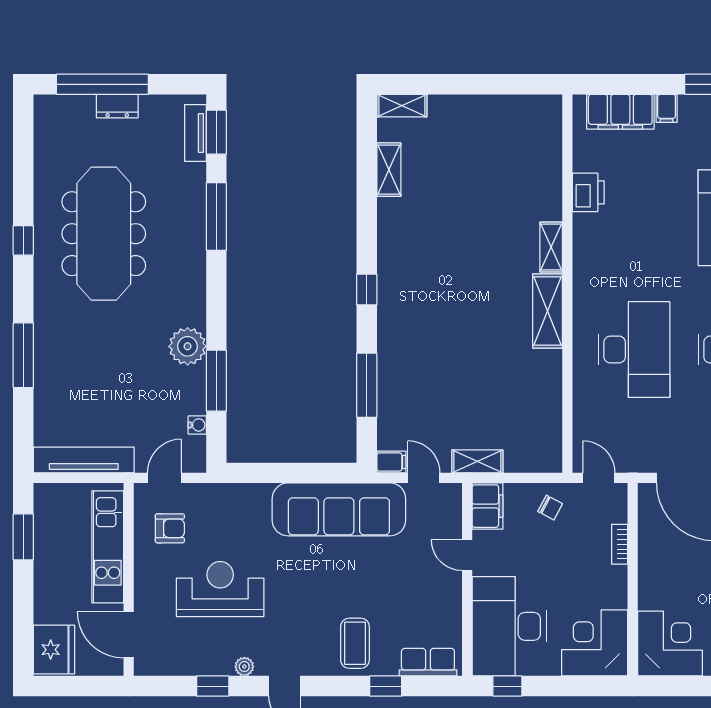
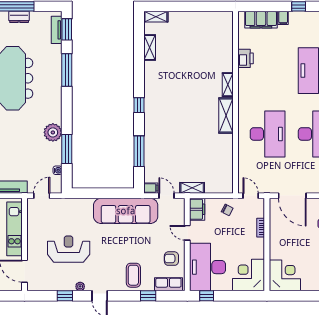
armchair: (170, 528) -> (171, 259), moved, turned 180

